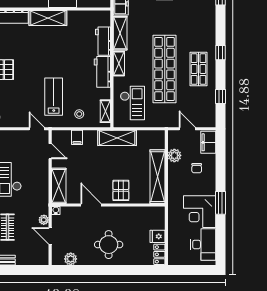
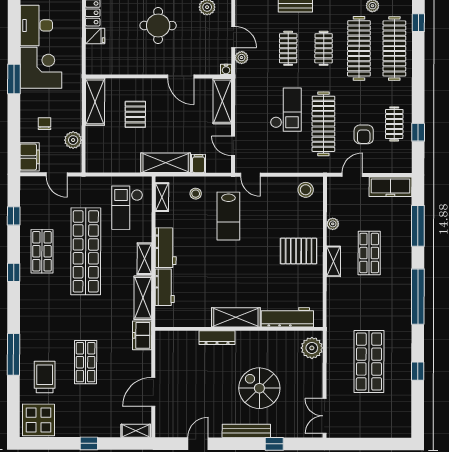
shelving: (117, 138) -> (166, 163), moved
shelving: (158, 177) -> (95, 102), width x0.68
pallet: (121, 190) -> (135, 114), moved

